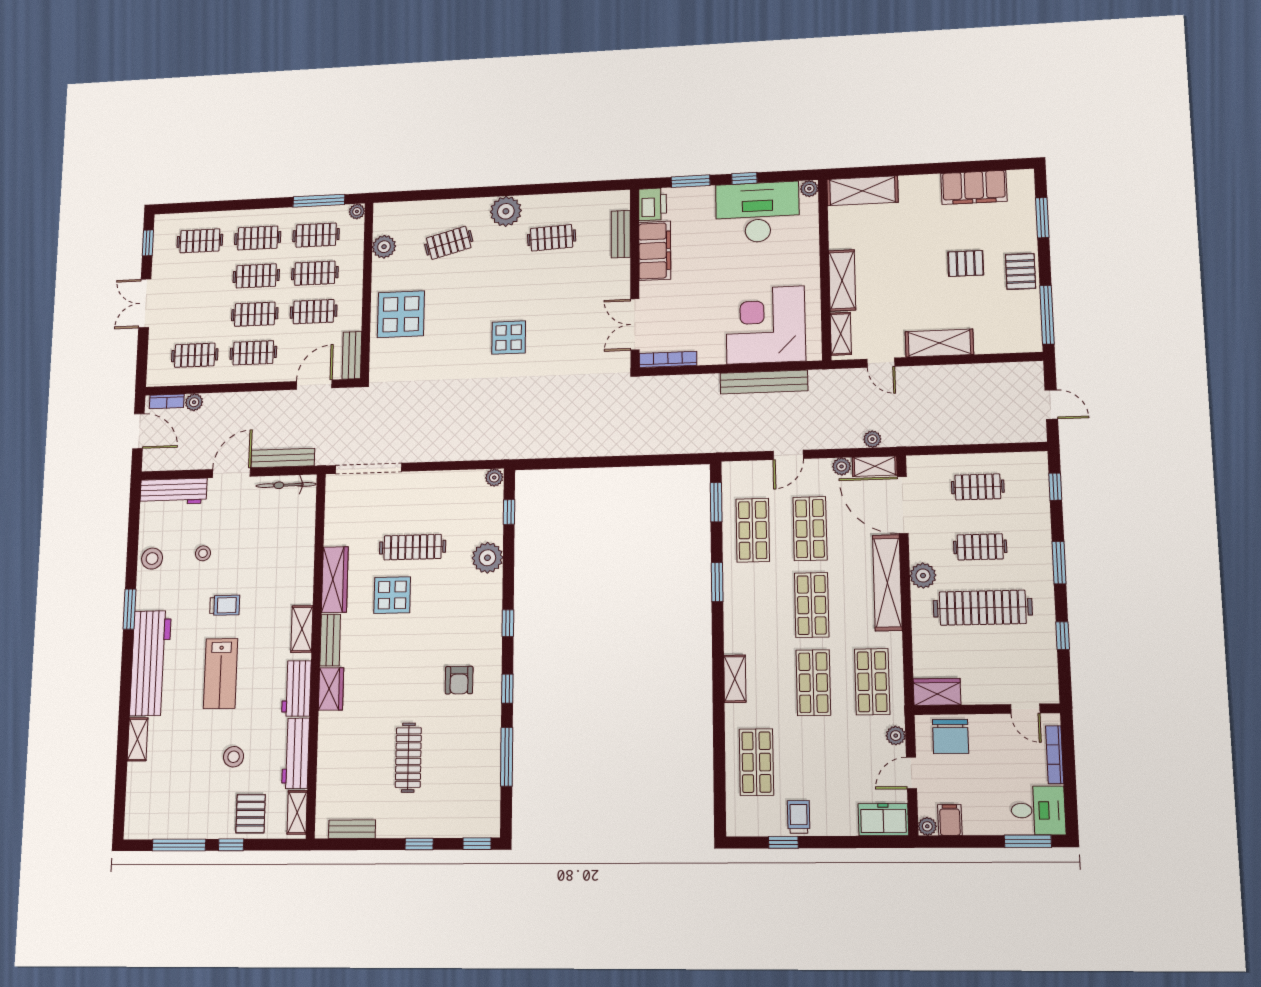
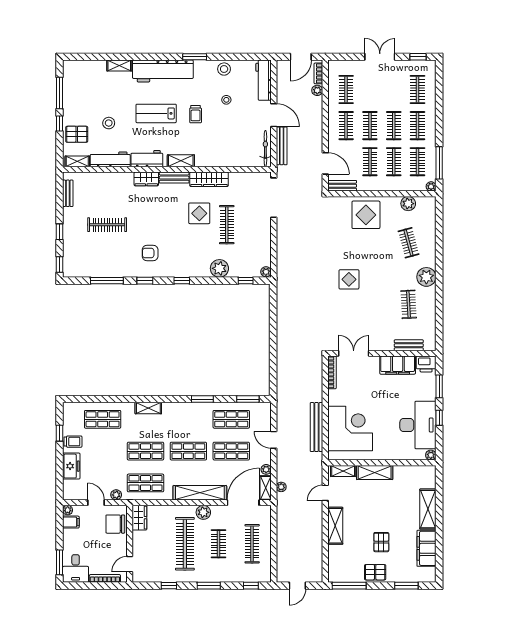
shelving: (862, 191) -> (428, 509), moved
clothes rail: (978, 487) -> (252, 544), width x1.36
freezer: (883, 820) -> (71, 466), moved

